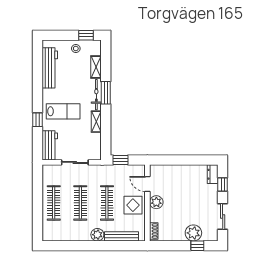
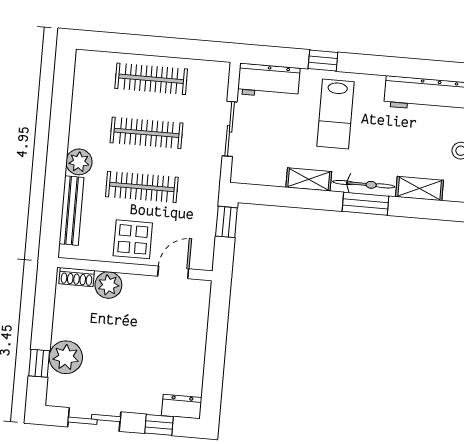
plant: (156, 202) -> (108, 285), moved

